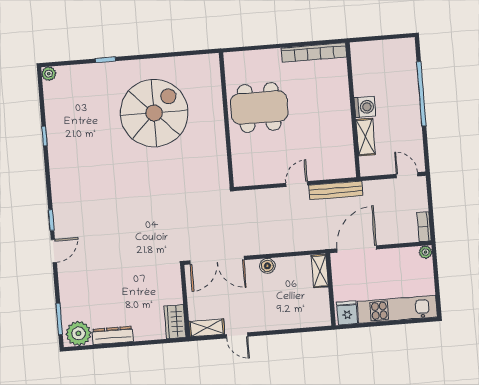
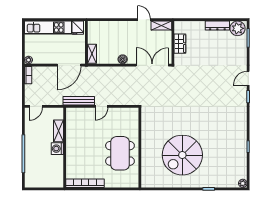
dining table: (259, 107) -> (120, 153), turned 90
door: (407, 175) -> (36, 106), hinge flipped
wardrobe: (175, 322) -> (180, 44), moved

